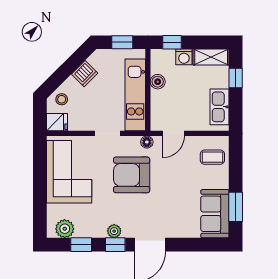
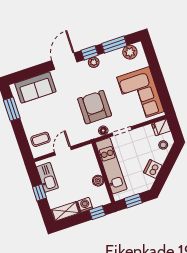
window: (236, 78) -> (39, 192), moved
door: (173, 133) -> (63, 151), moved
floor lamp: (147, 142) -> (103, 131), moved
armchair: (132, 175) -> (95, 107), turned -90
sofa: (215, 214) -> (35, 87), moved, turned 90
window: (81, 245) -> (114, 45), width x1.50

